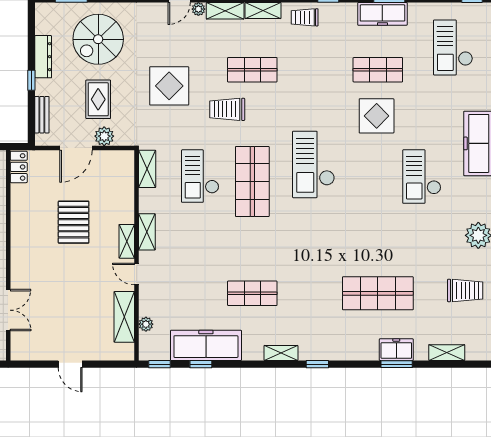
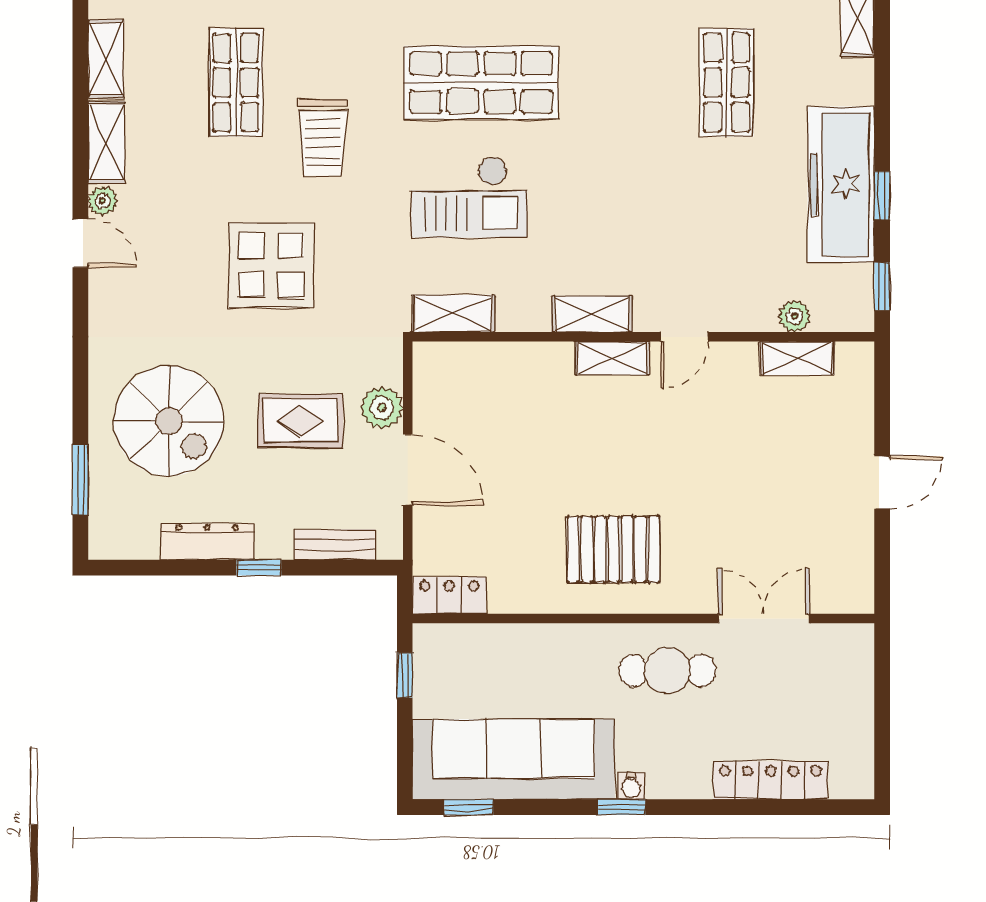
pallet: (74, 222) -> (613, 549), moved
shelving: (124, 317) -> (797, 358), width x0.67, depth x0.75

